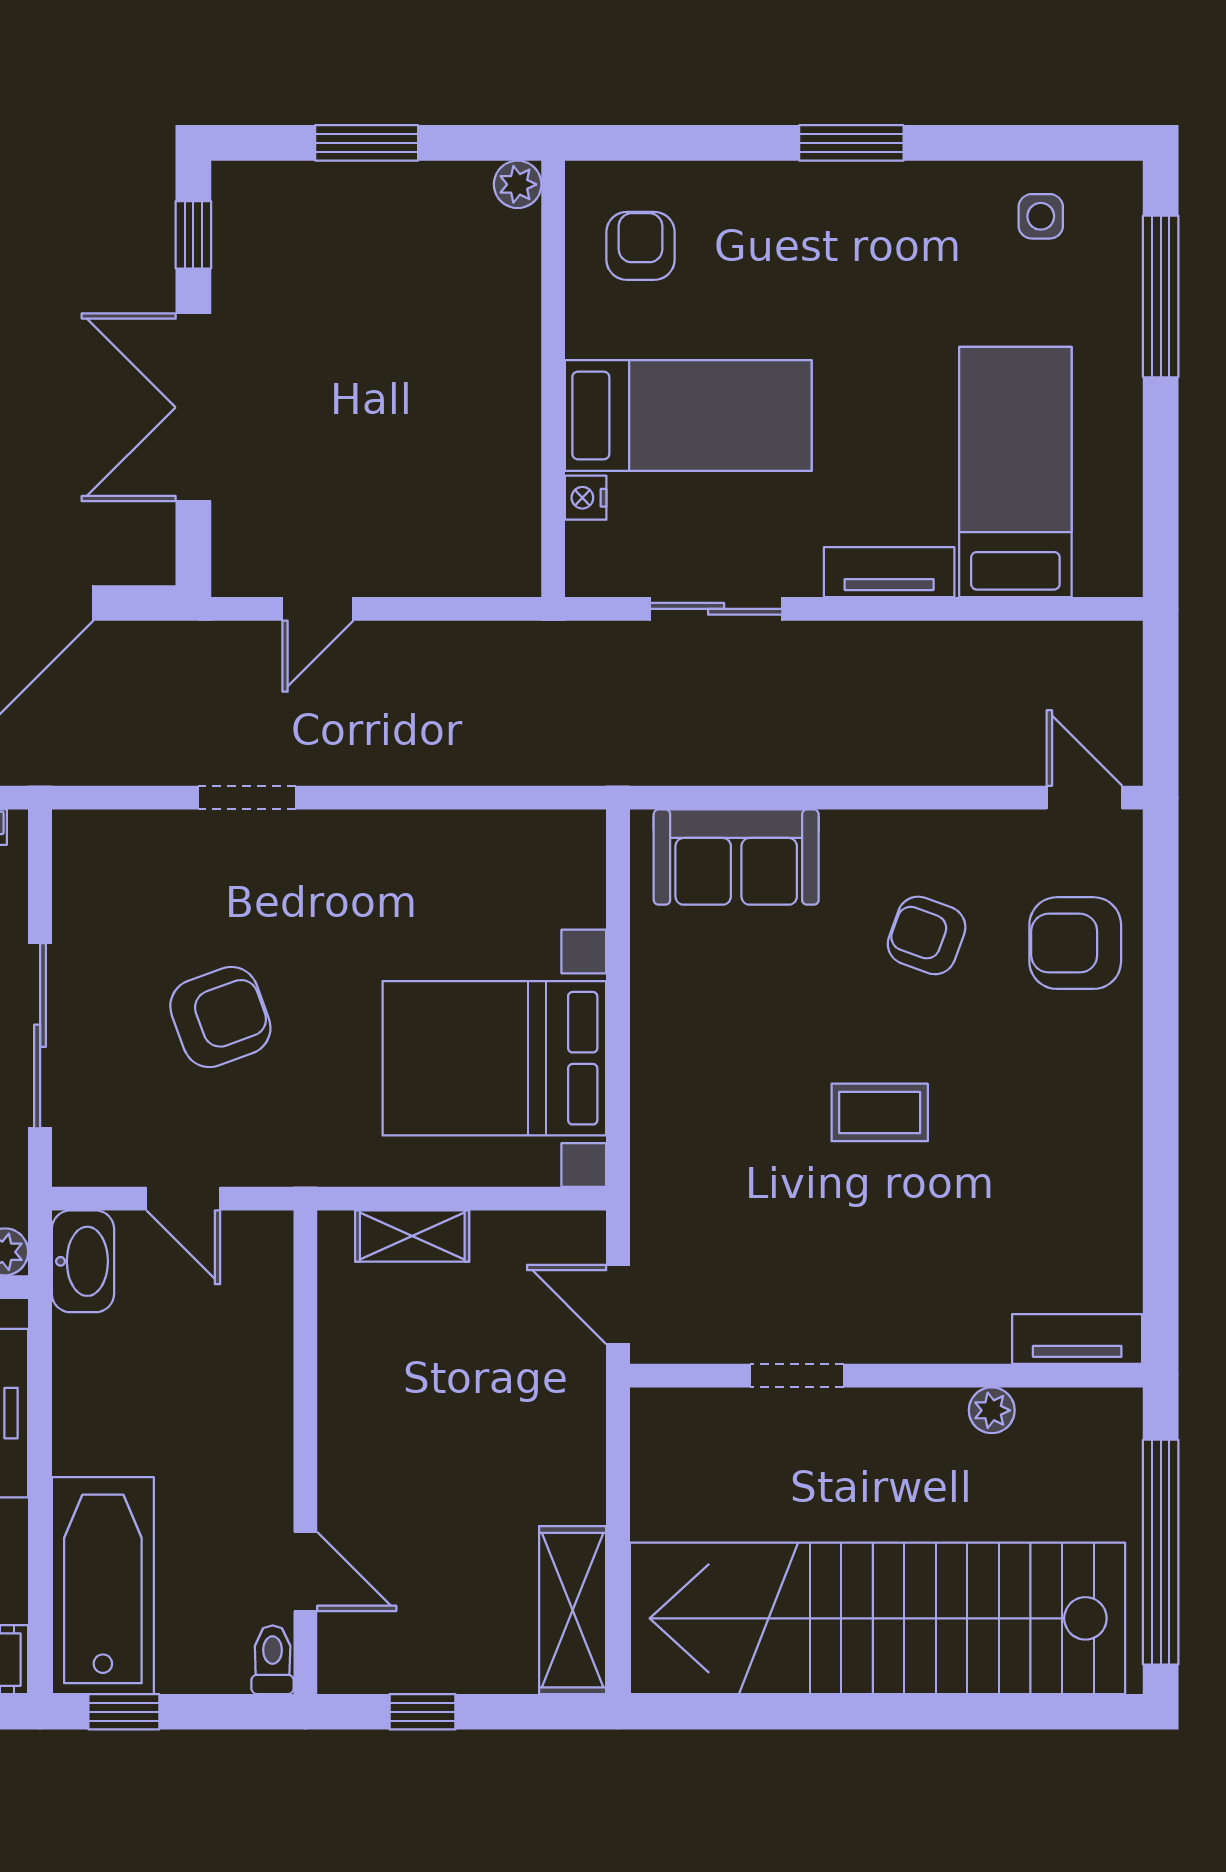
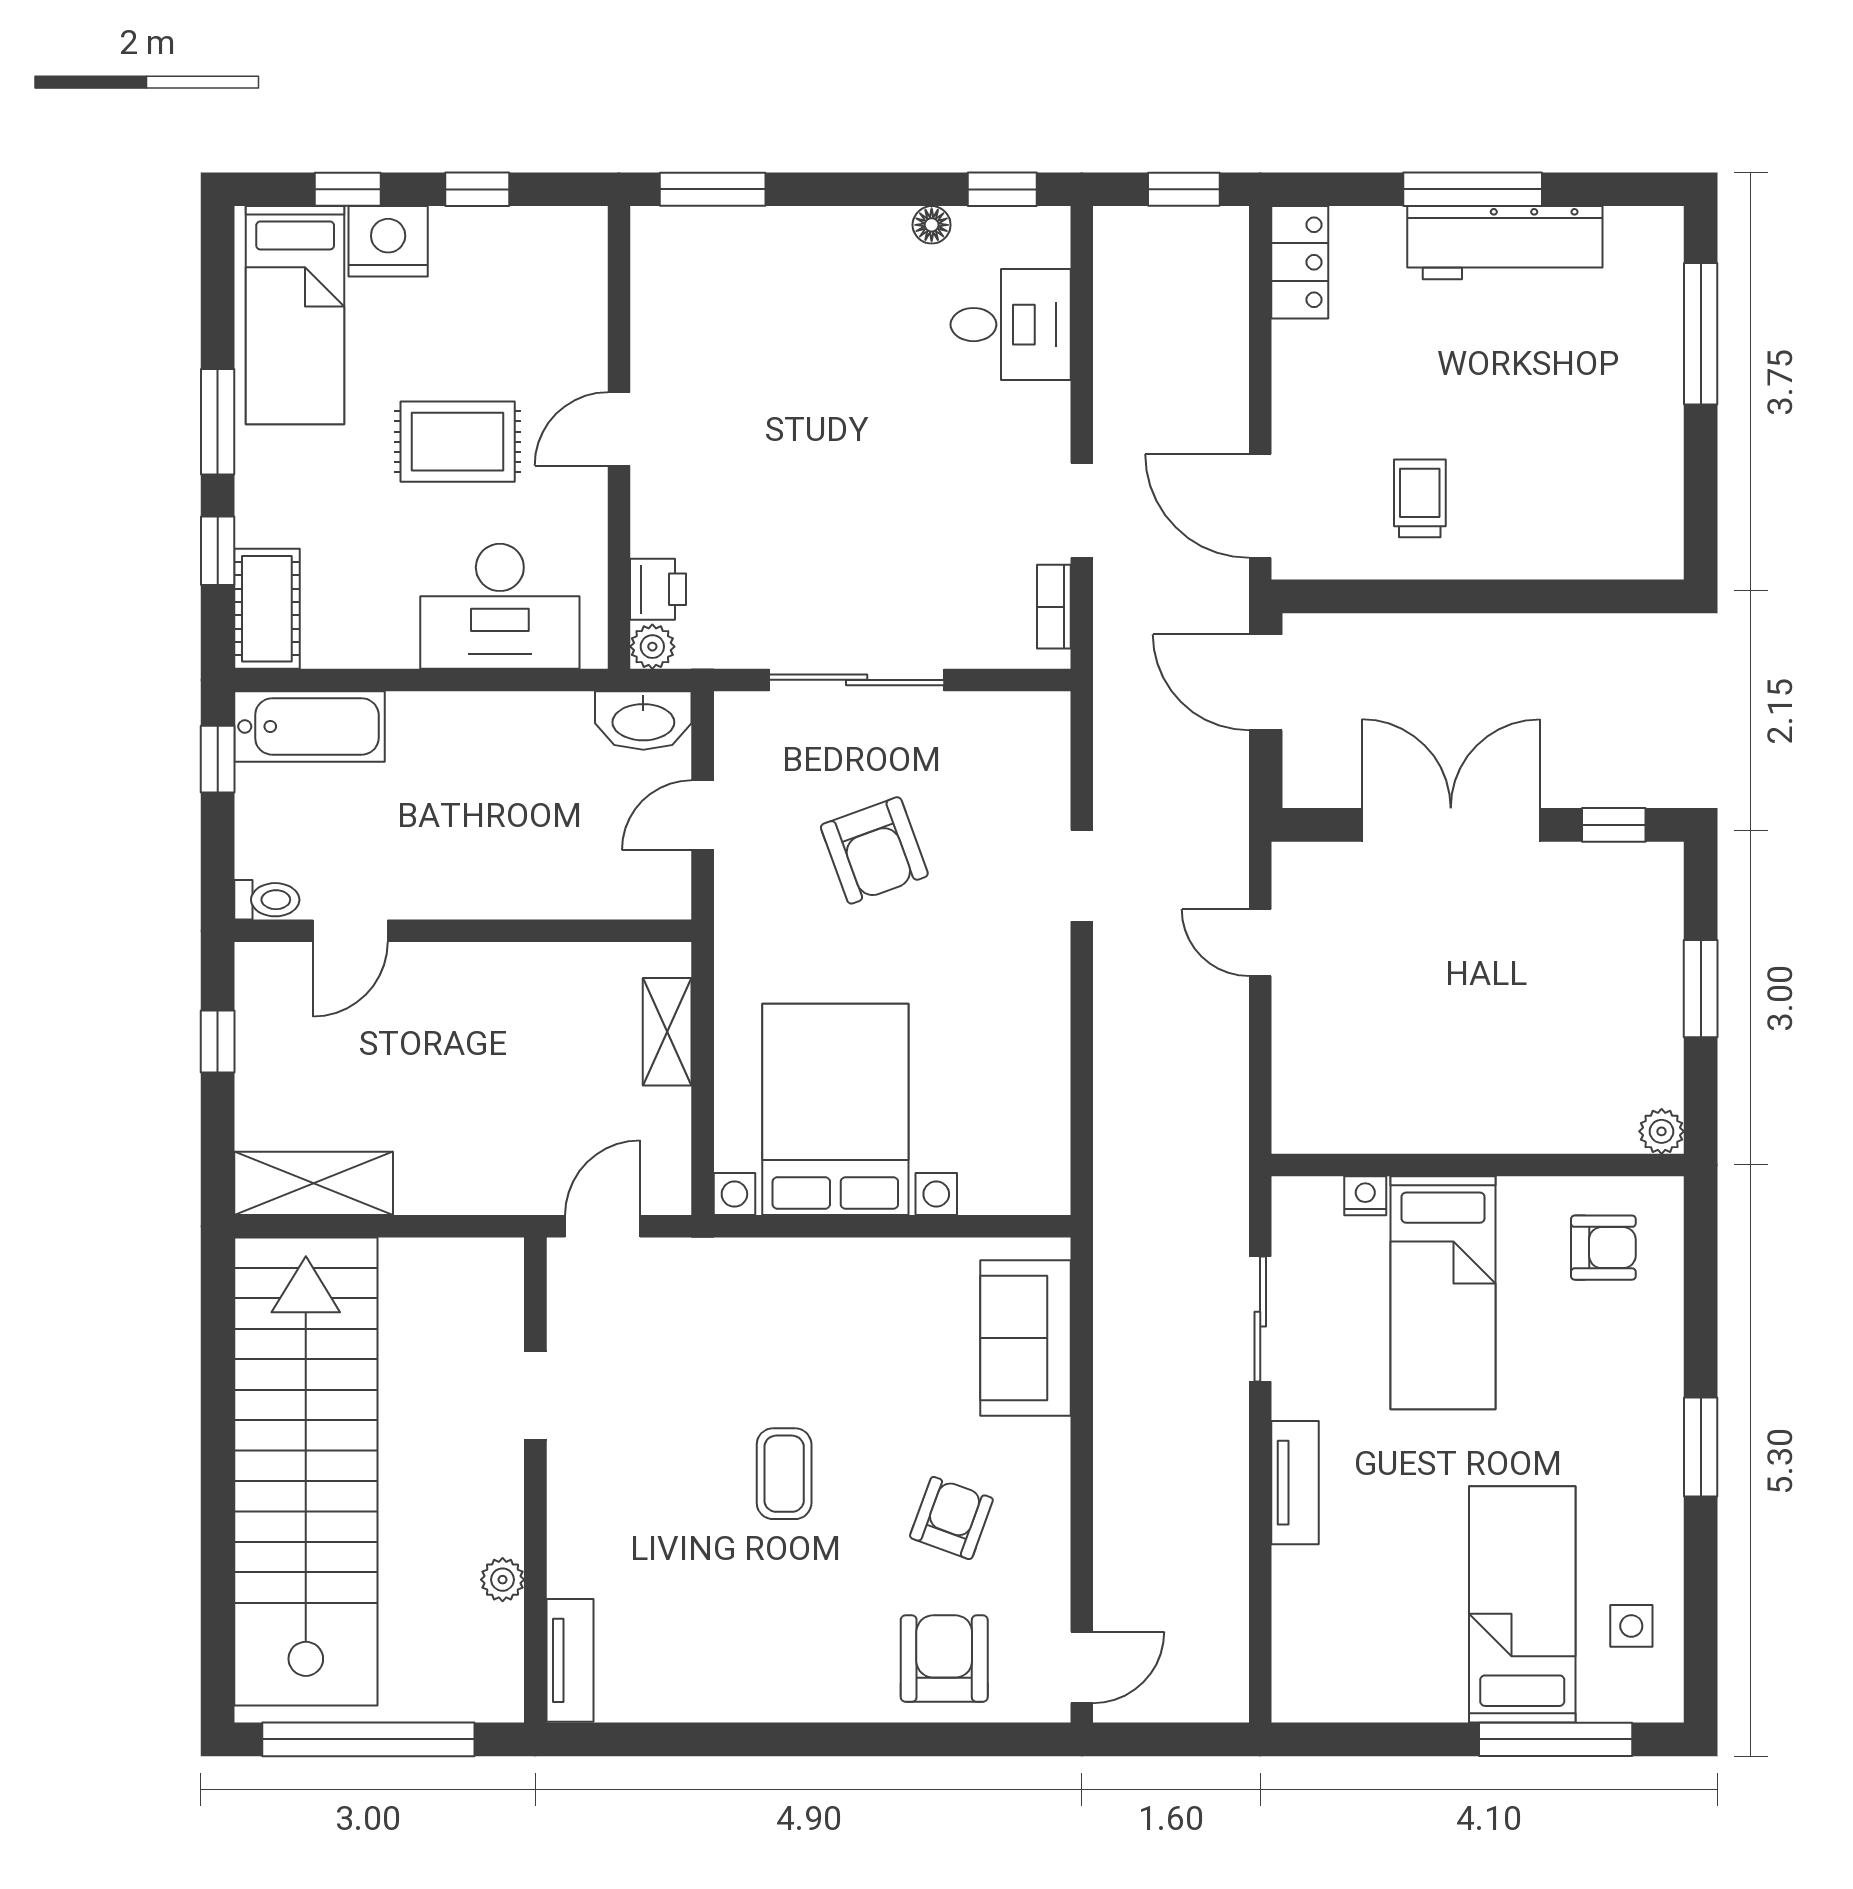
bed: (1015, 472) -> (1522, 1604), moved, turned -90
bathtub: (103, 1586) -> (309, 726), width x0.73, depth x0.73

